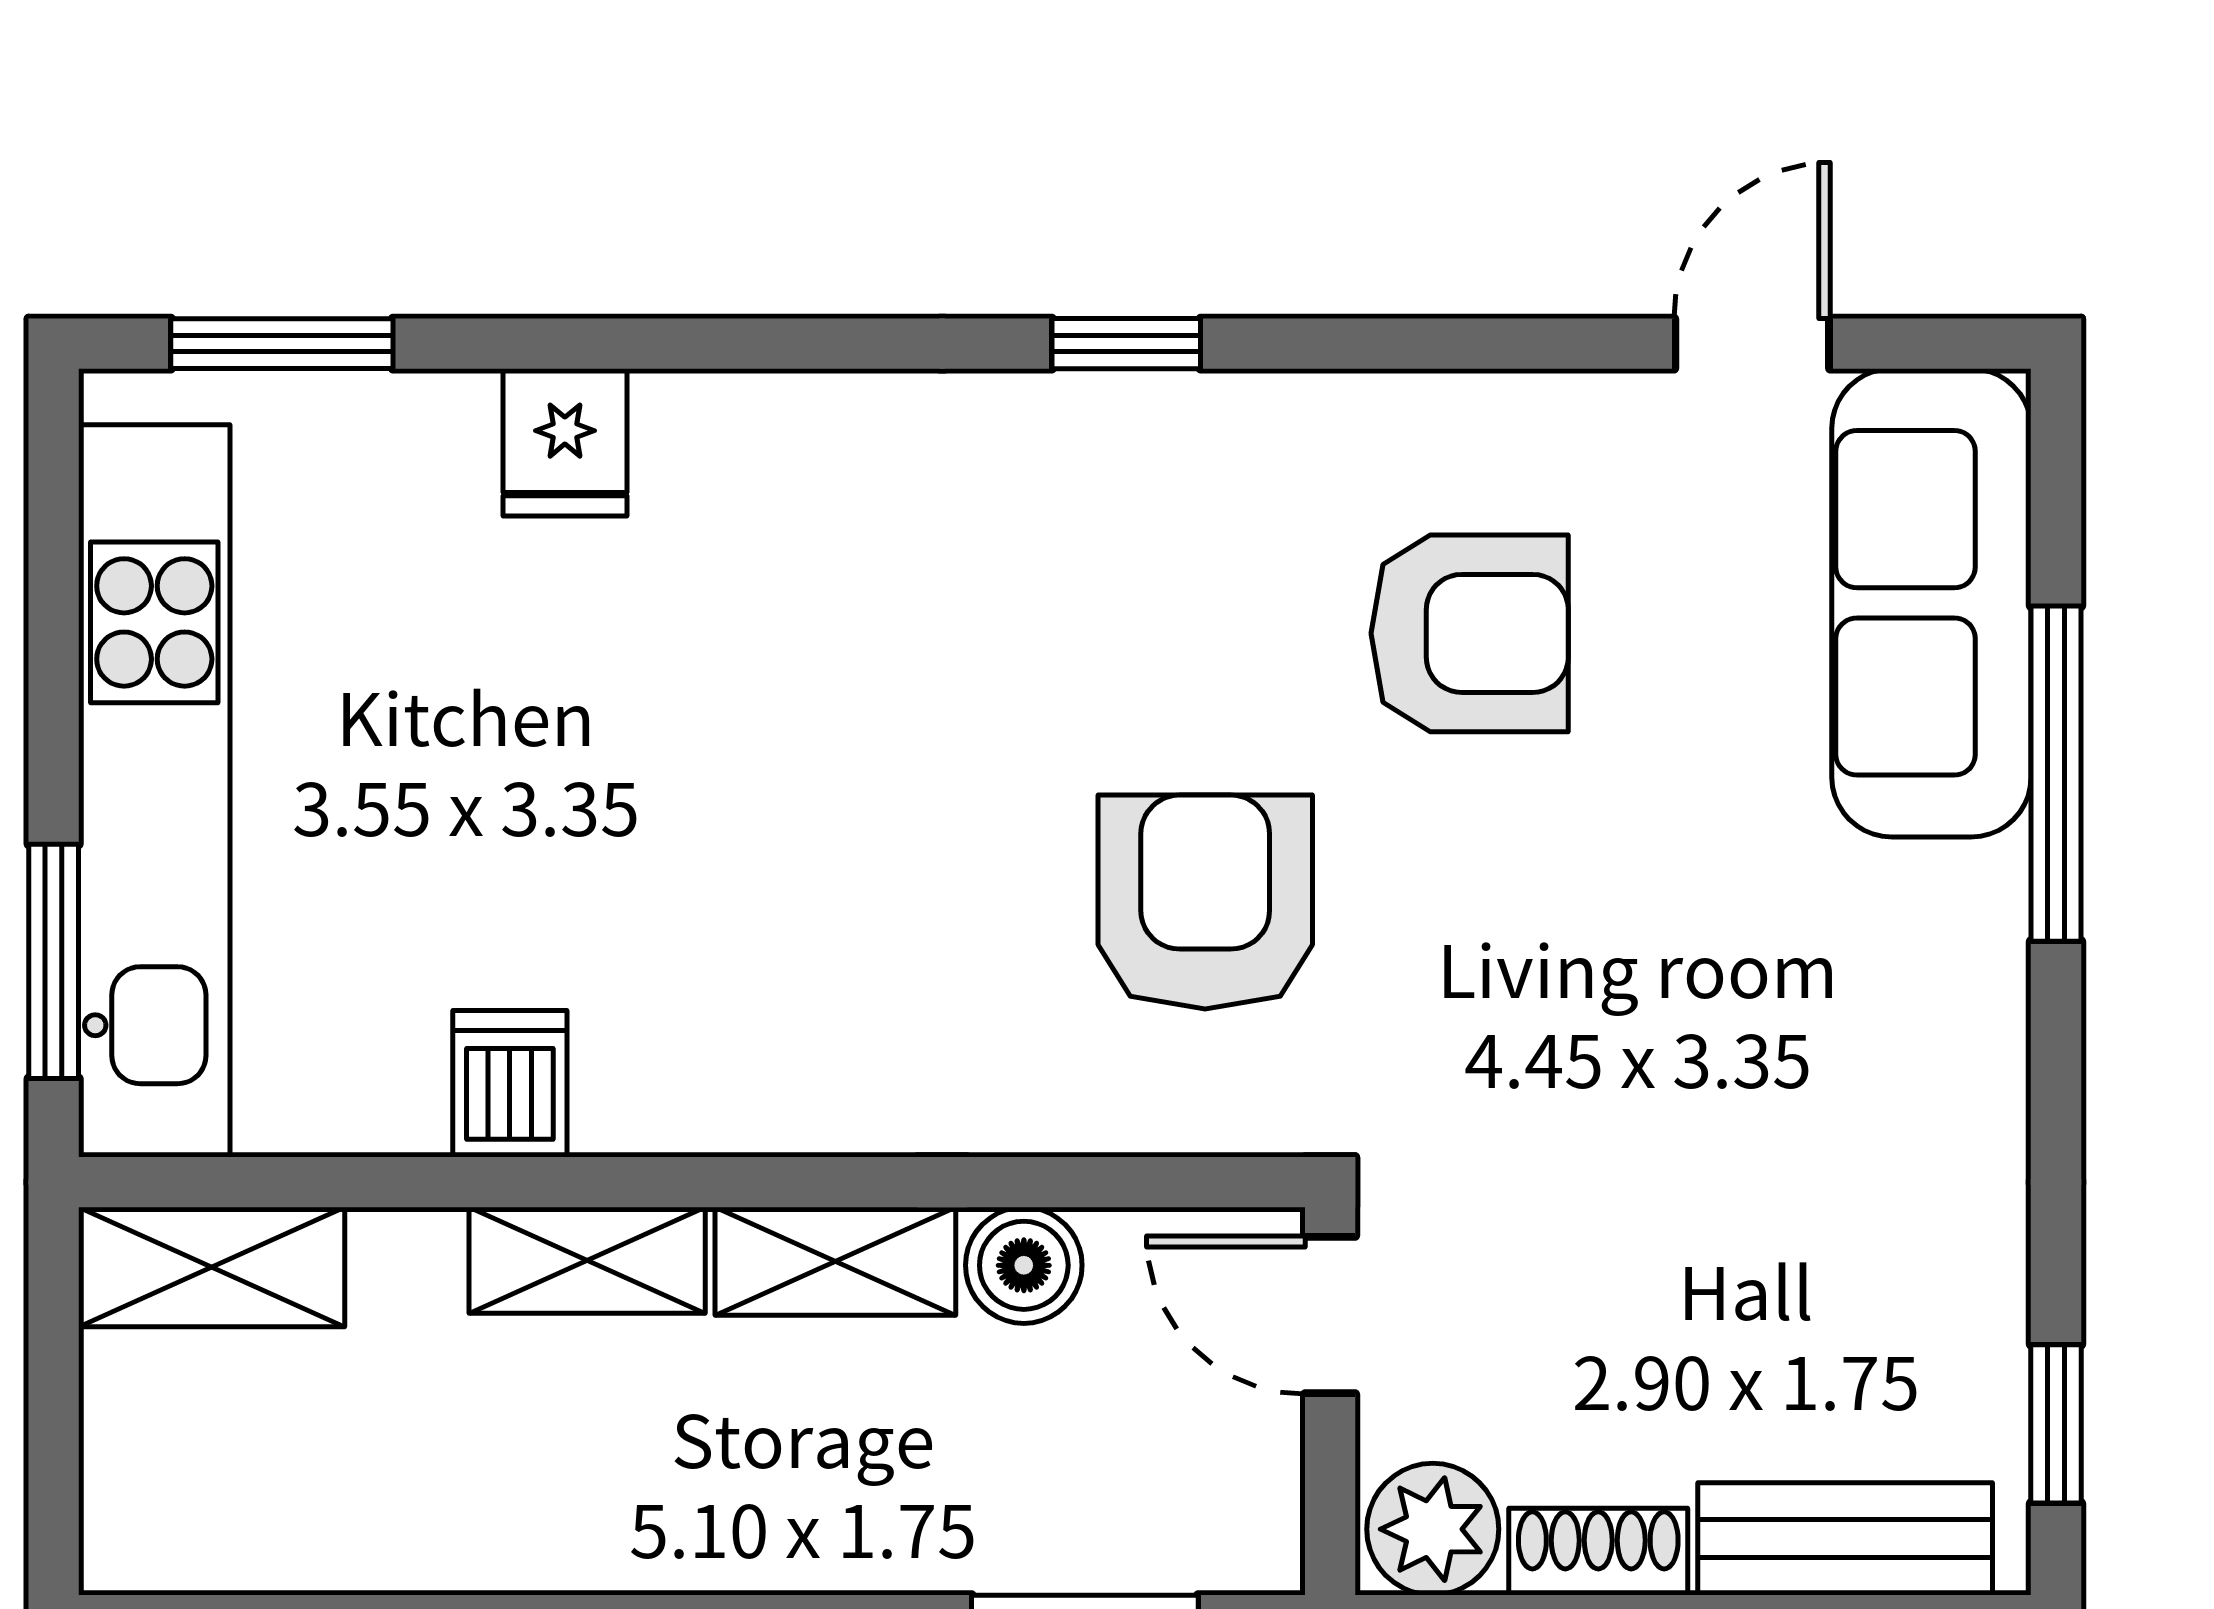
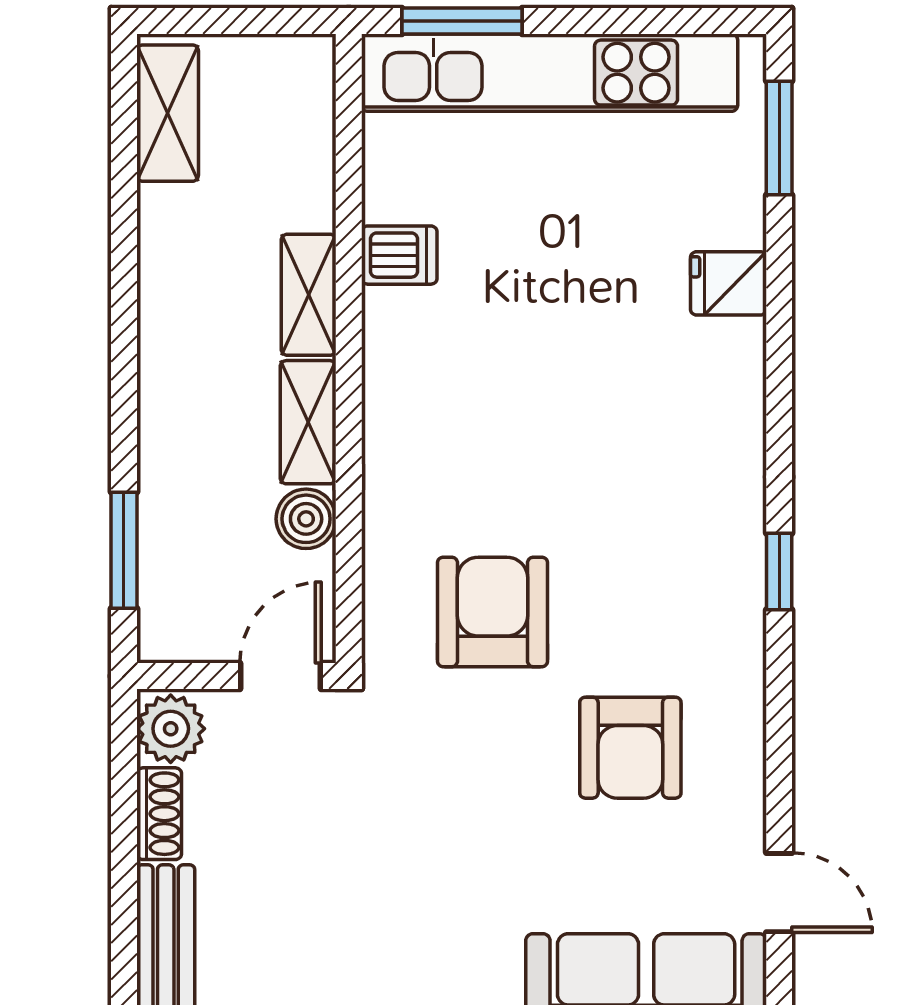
armchair: (1205, 902) -> (492, 612), turned -90
shelving: (212, 1267) -> (168, 113), moved

